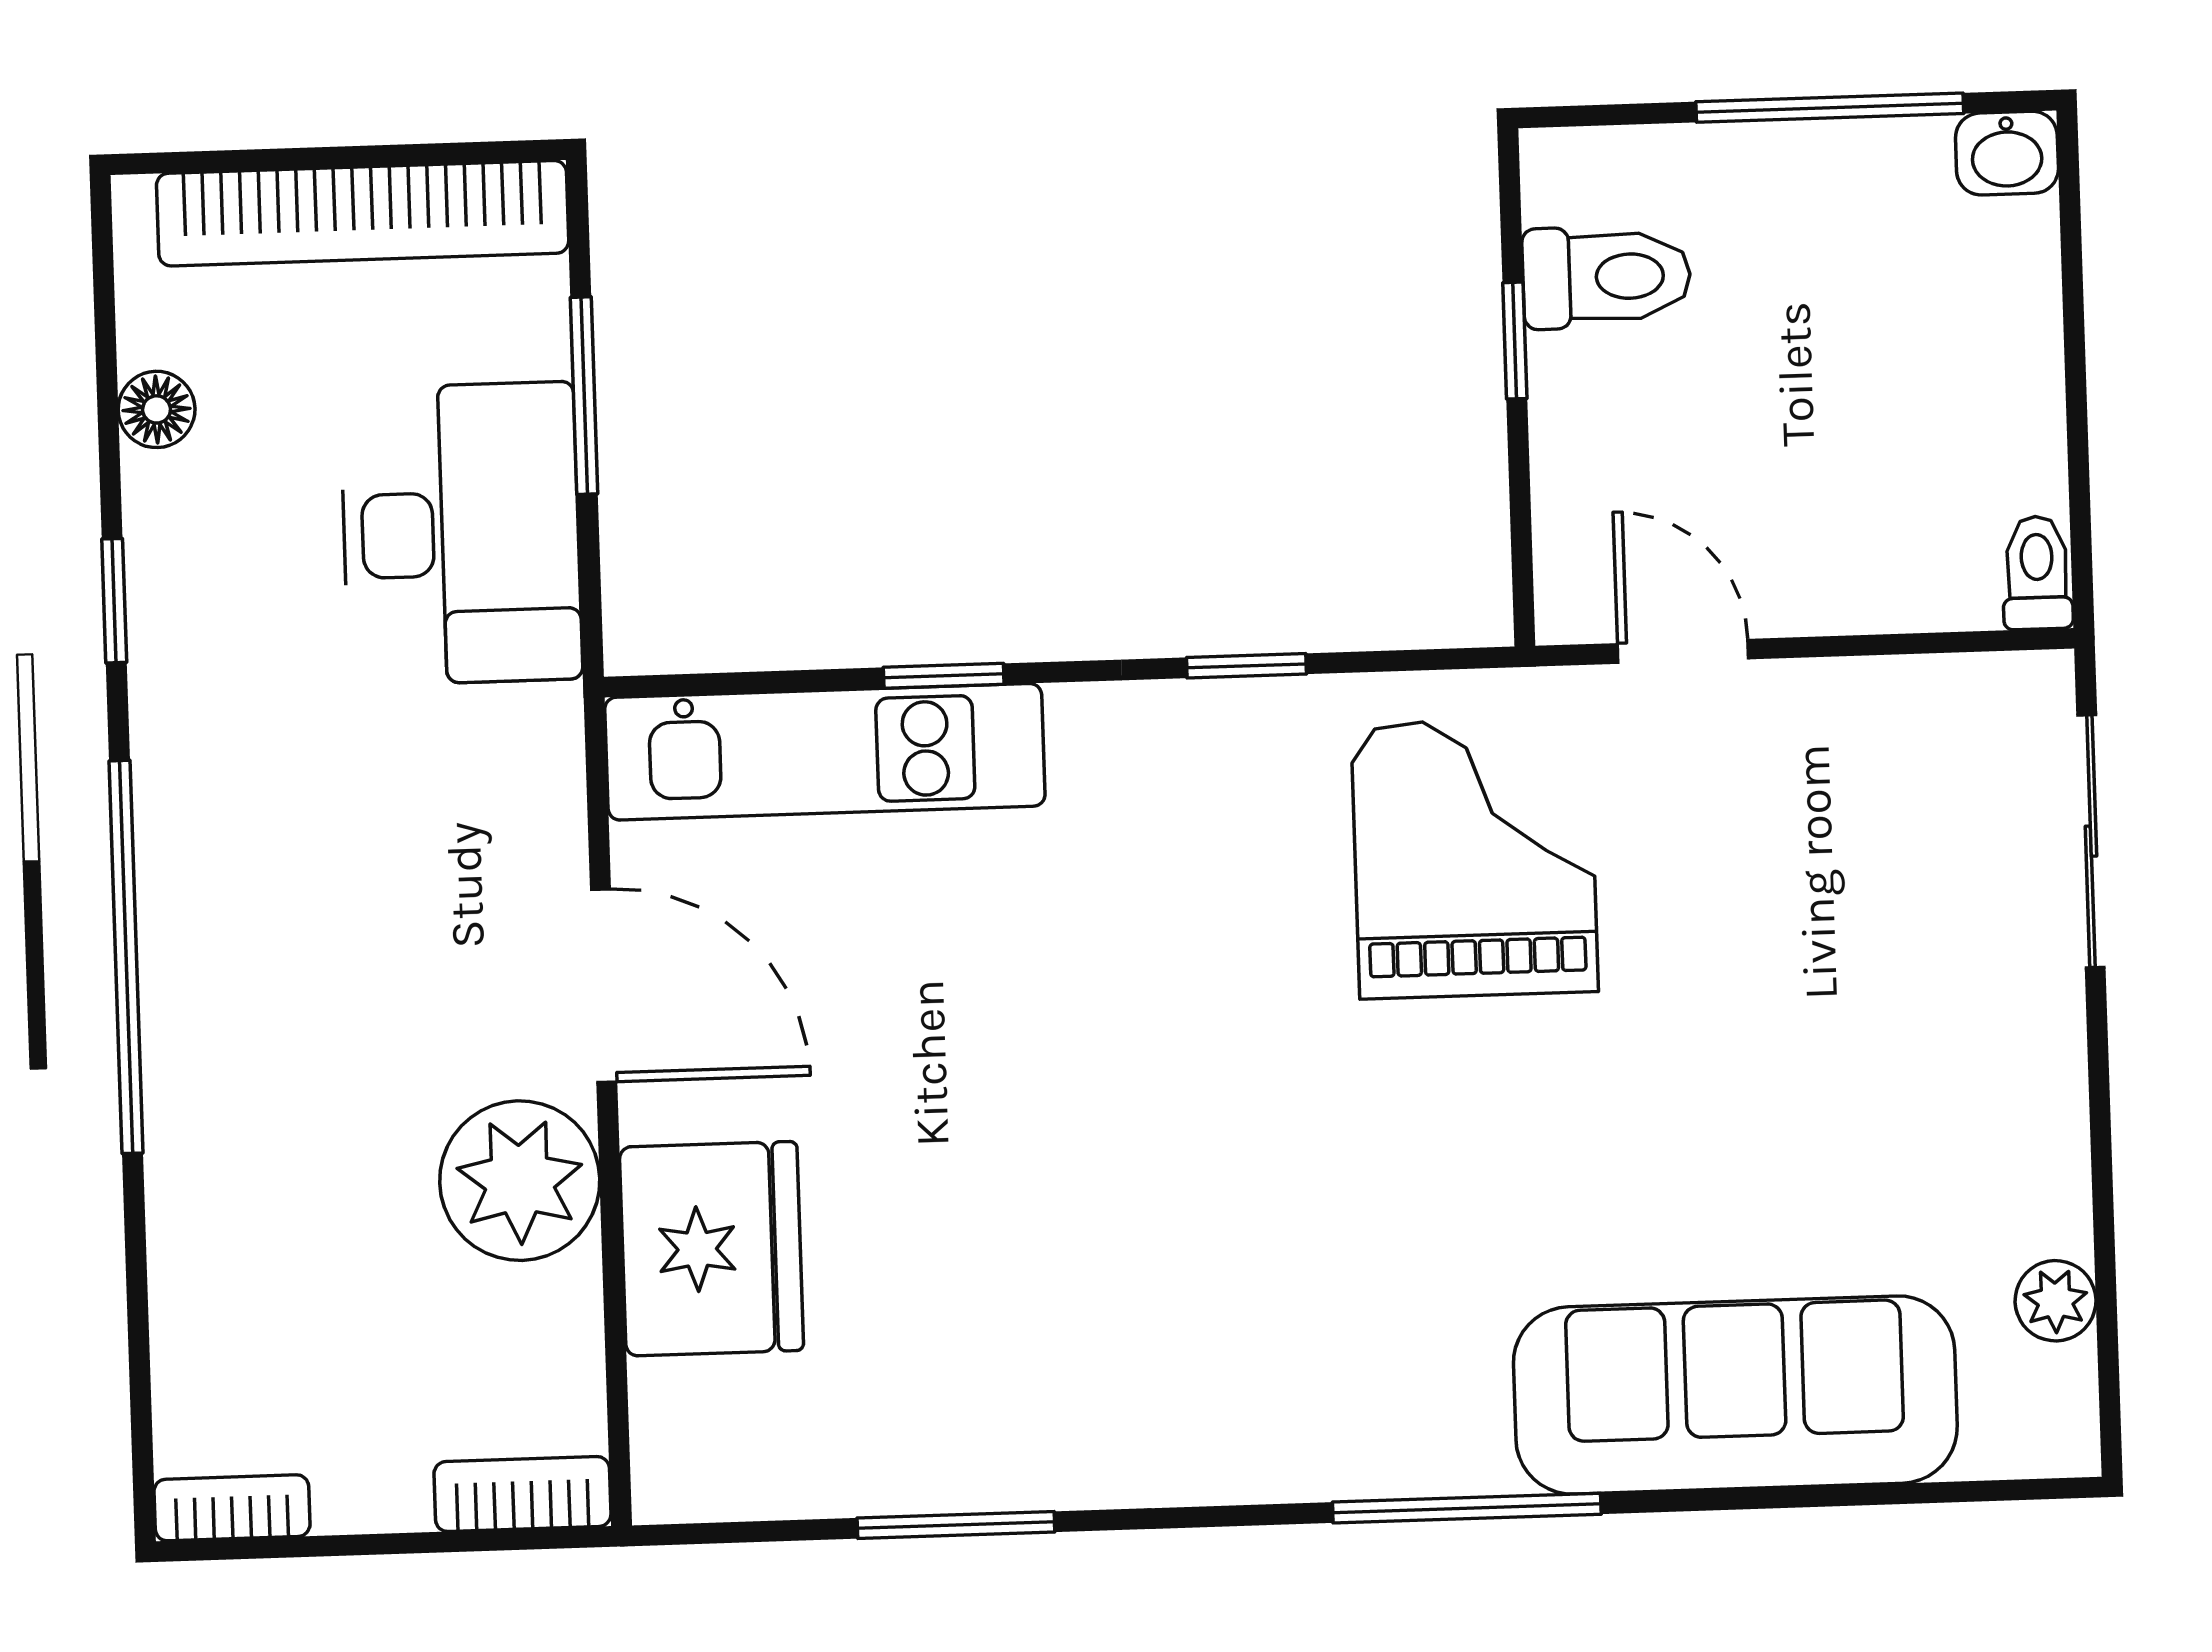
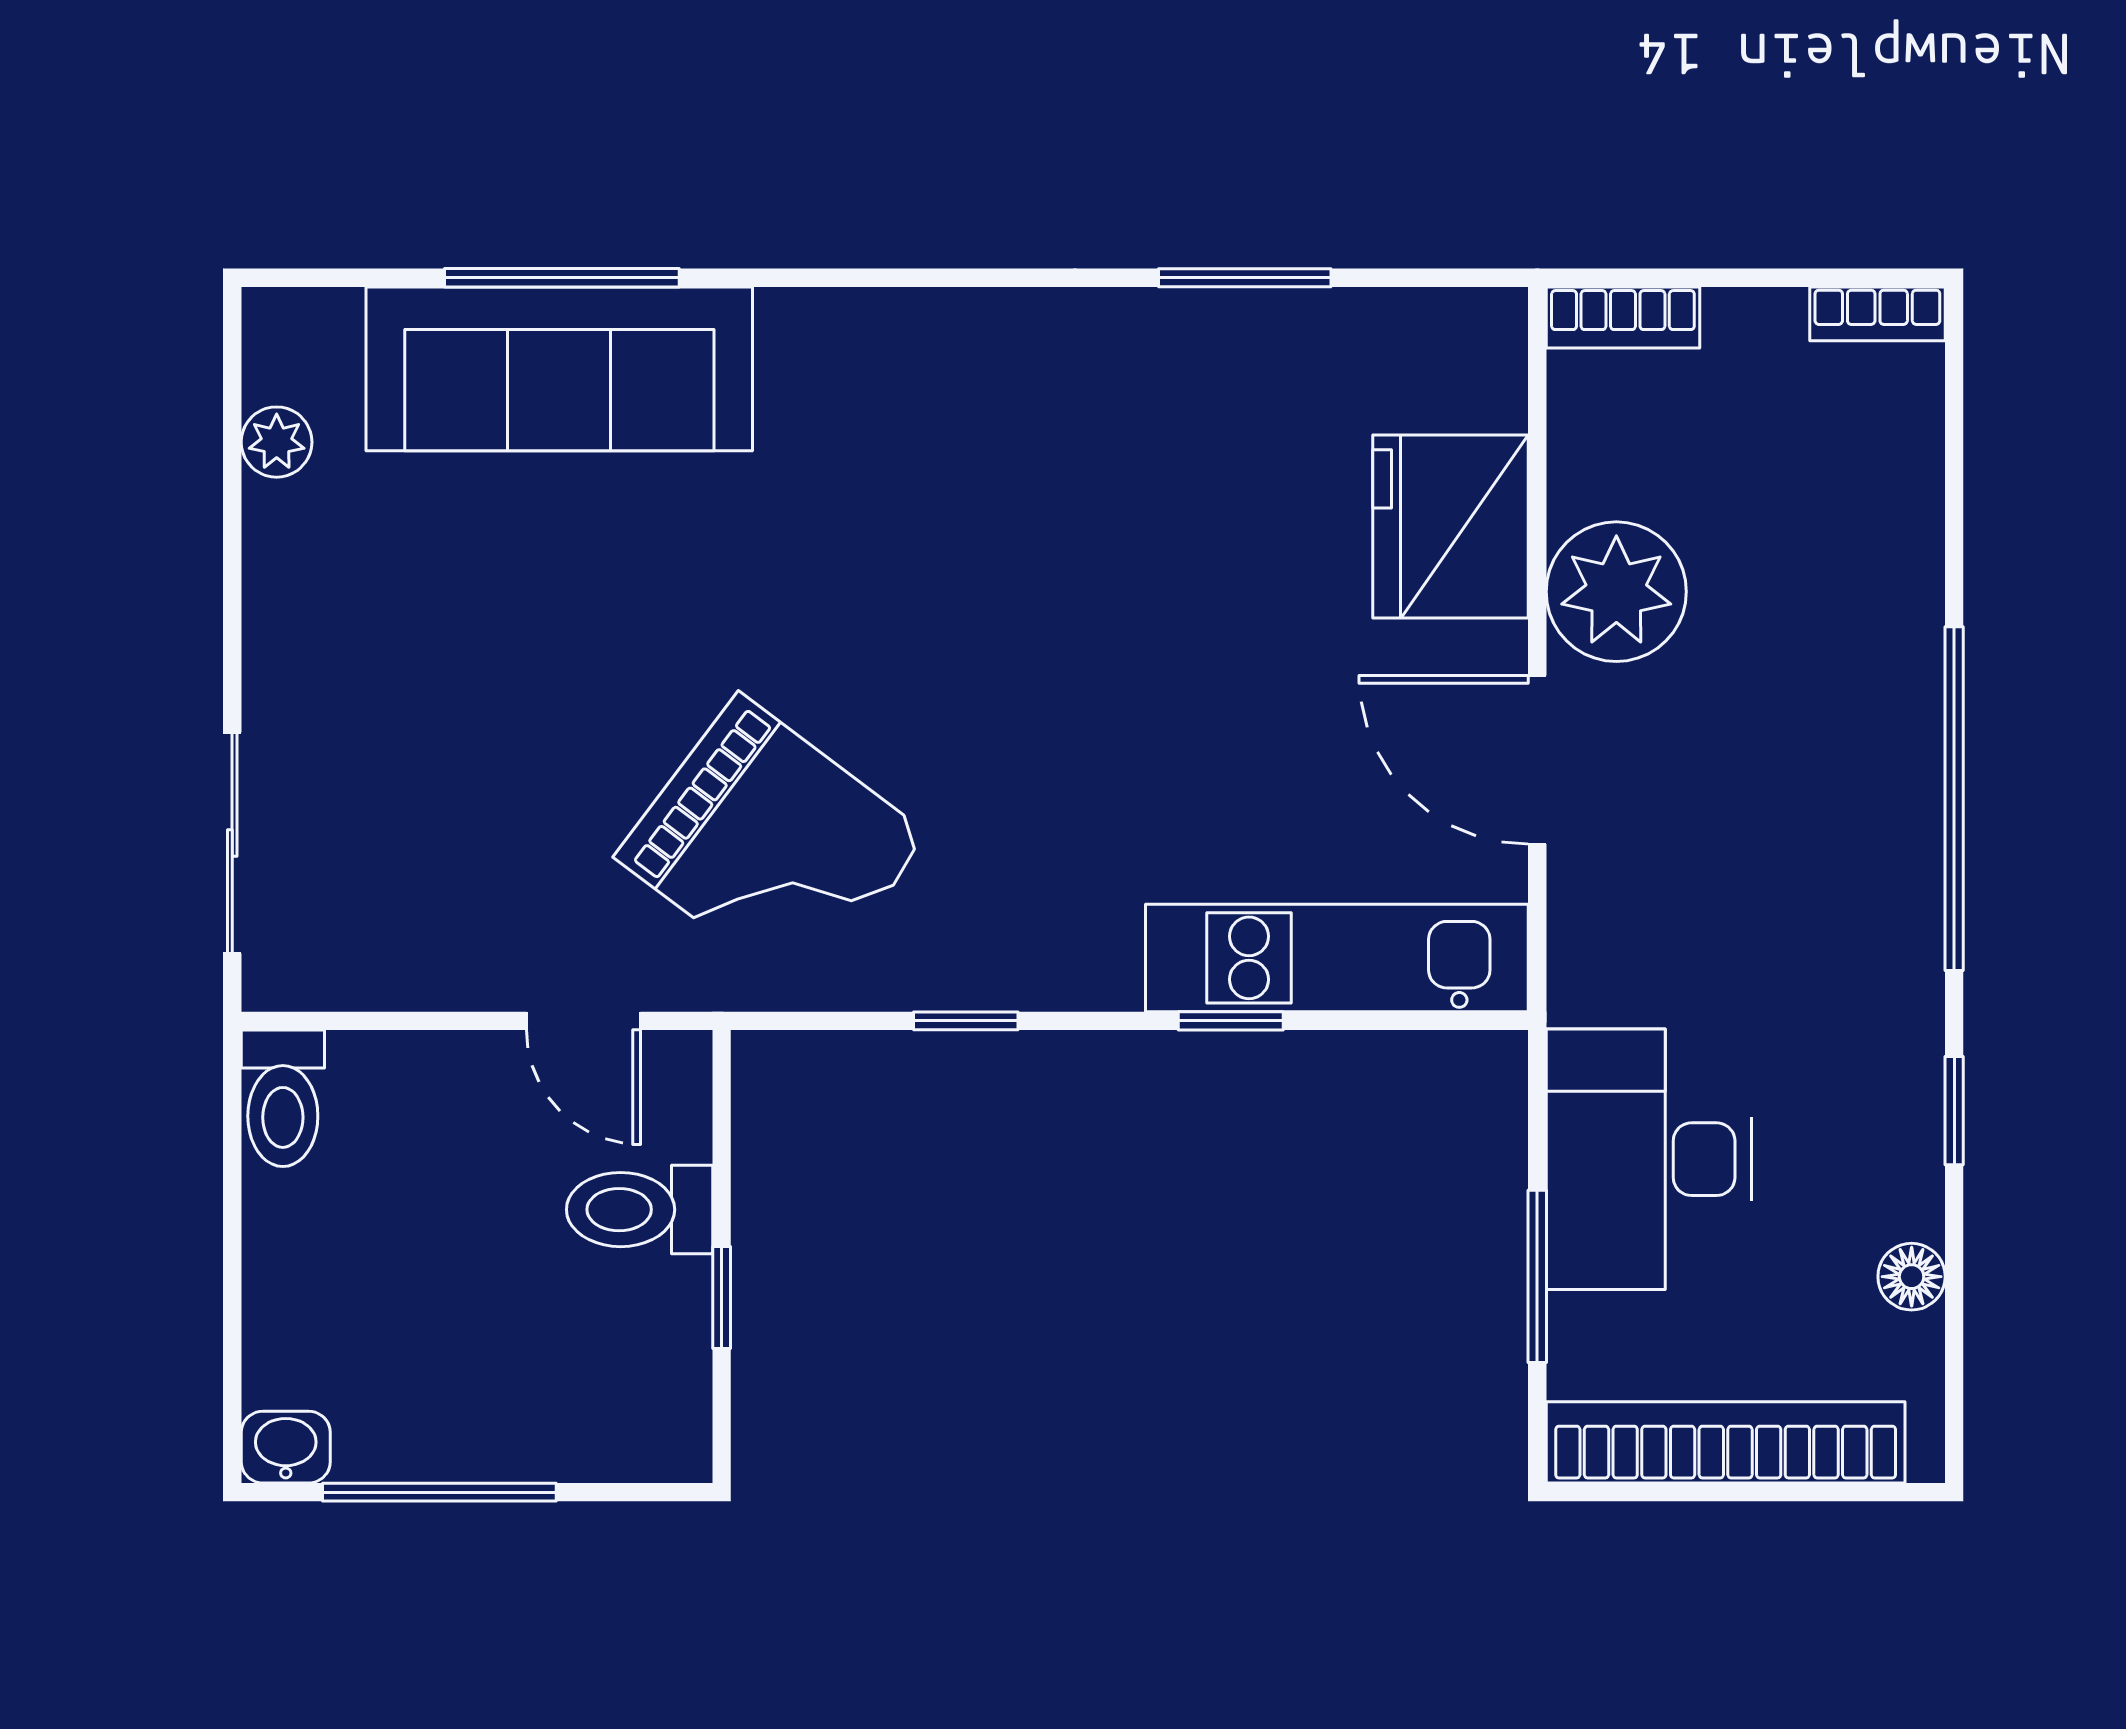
toilet: (1606, 277) -> (640, 1210), moved
toilet: (2037, 573) -> (283, 1098), width x1.37, depth x1.39
grand piano: (1475, 858) -> (772, 846), turned -53
window: (1467, 1508) -> (562, 278), moved

